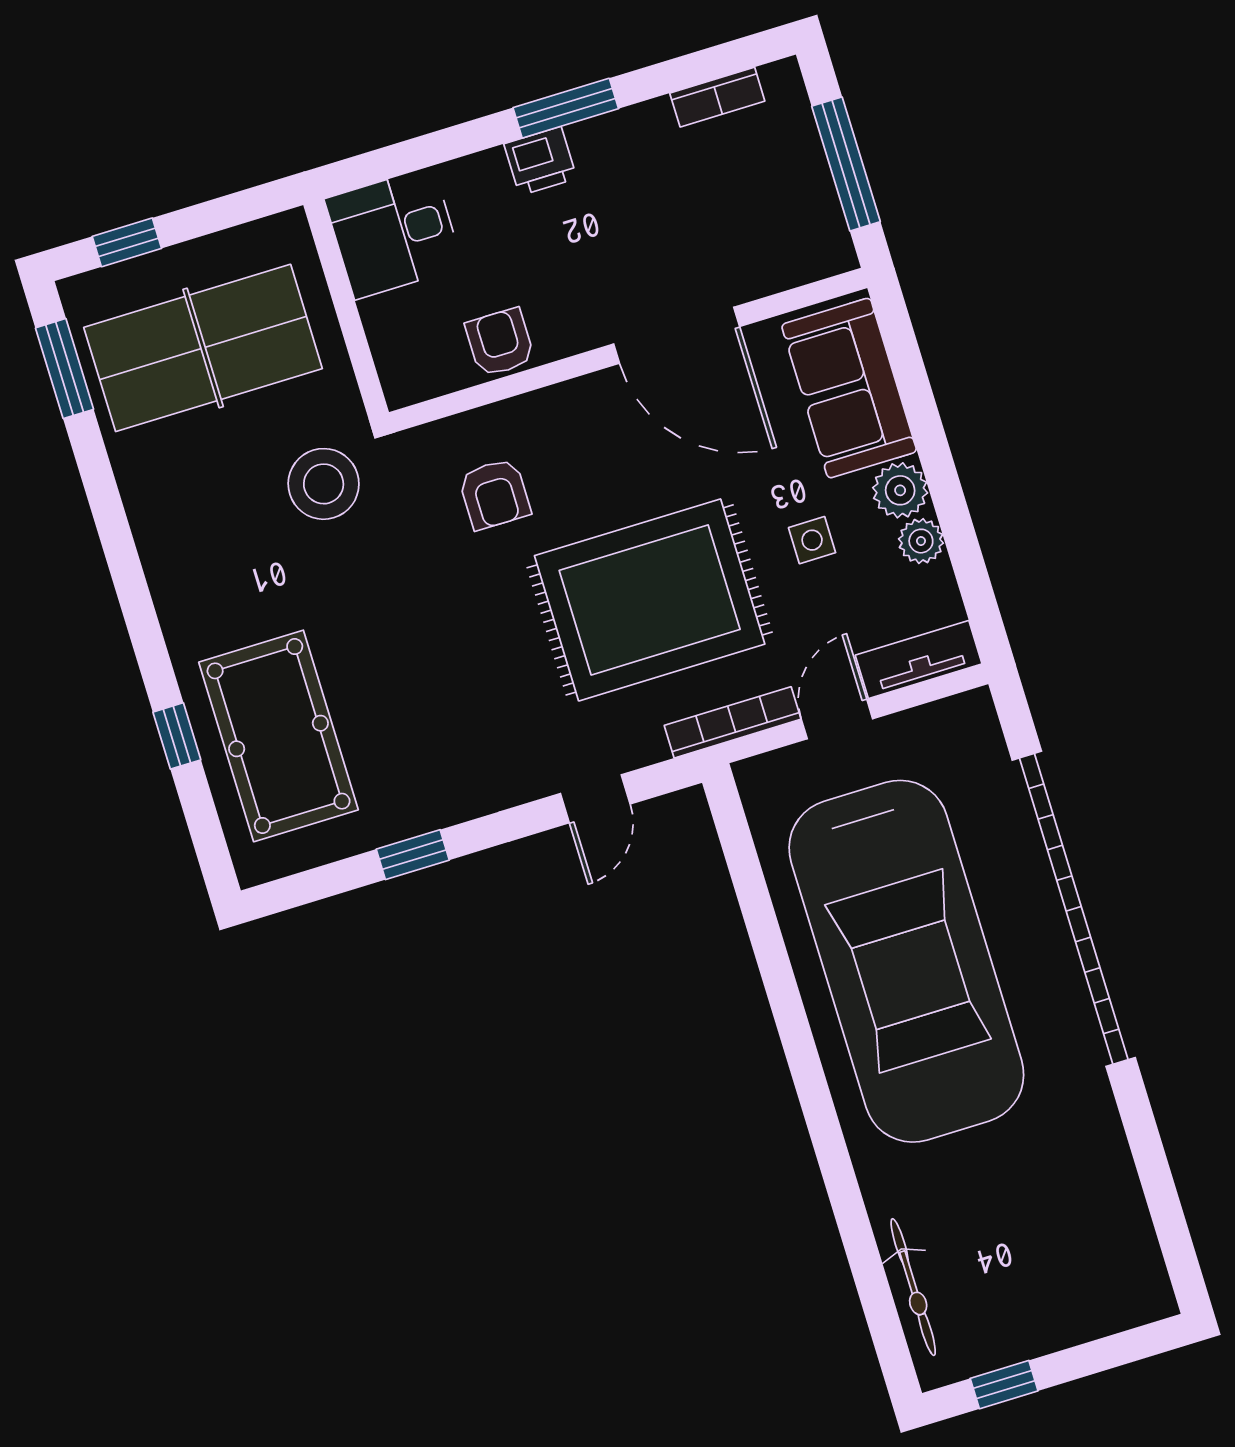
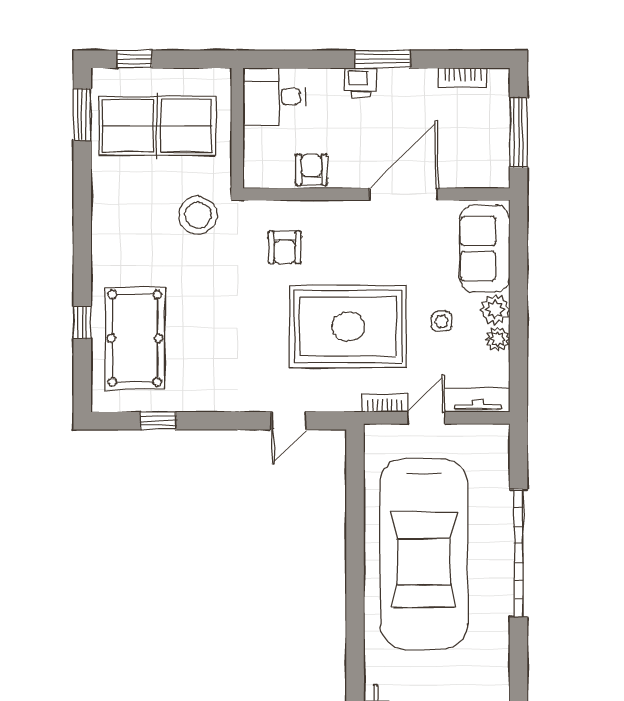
door: (677, 335) -> (404, 194), swing flipped
bookcase: (733, 722) -> (385, 403), width x0.64
window: (413, 855) -> (158, 421), moved
garage door: (1074, 909) -> (518, 553), width x0.73

